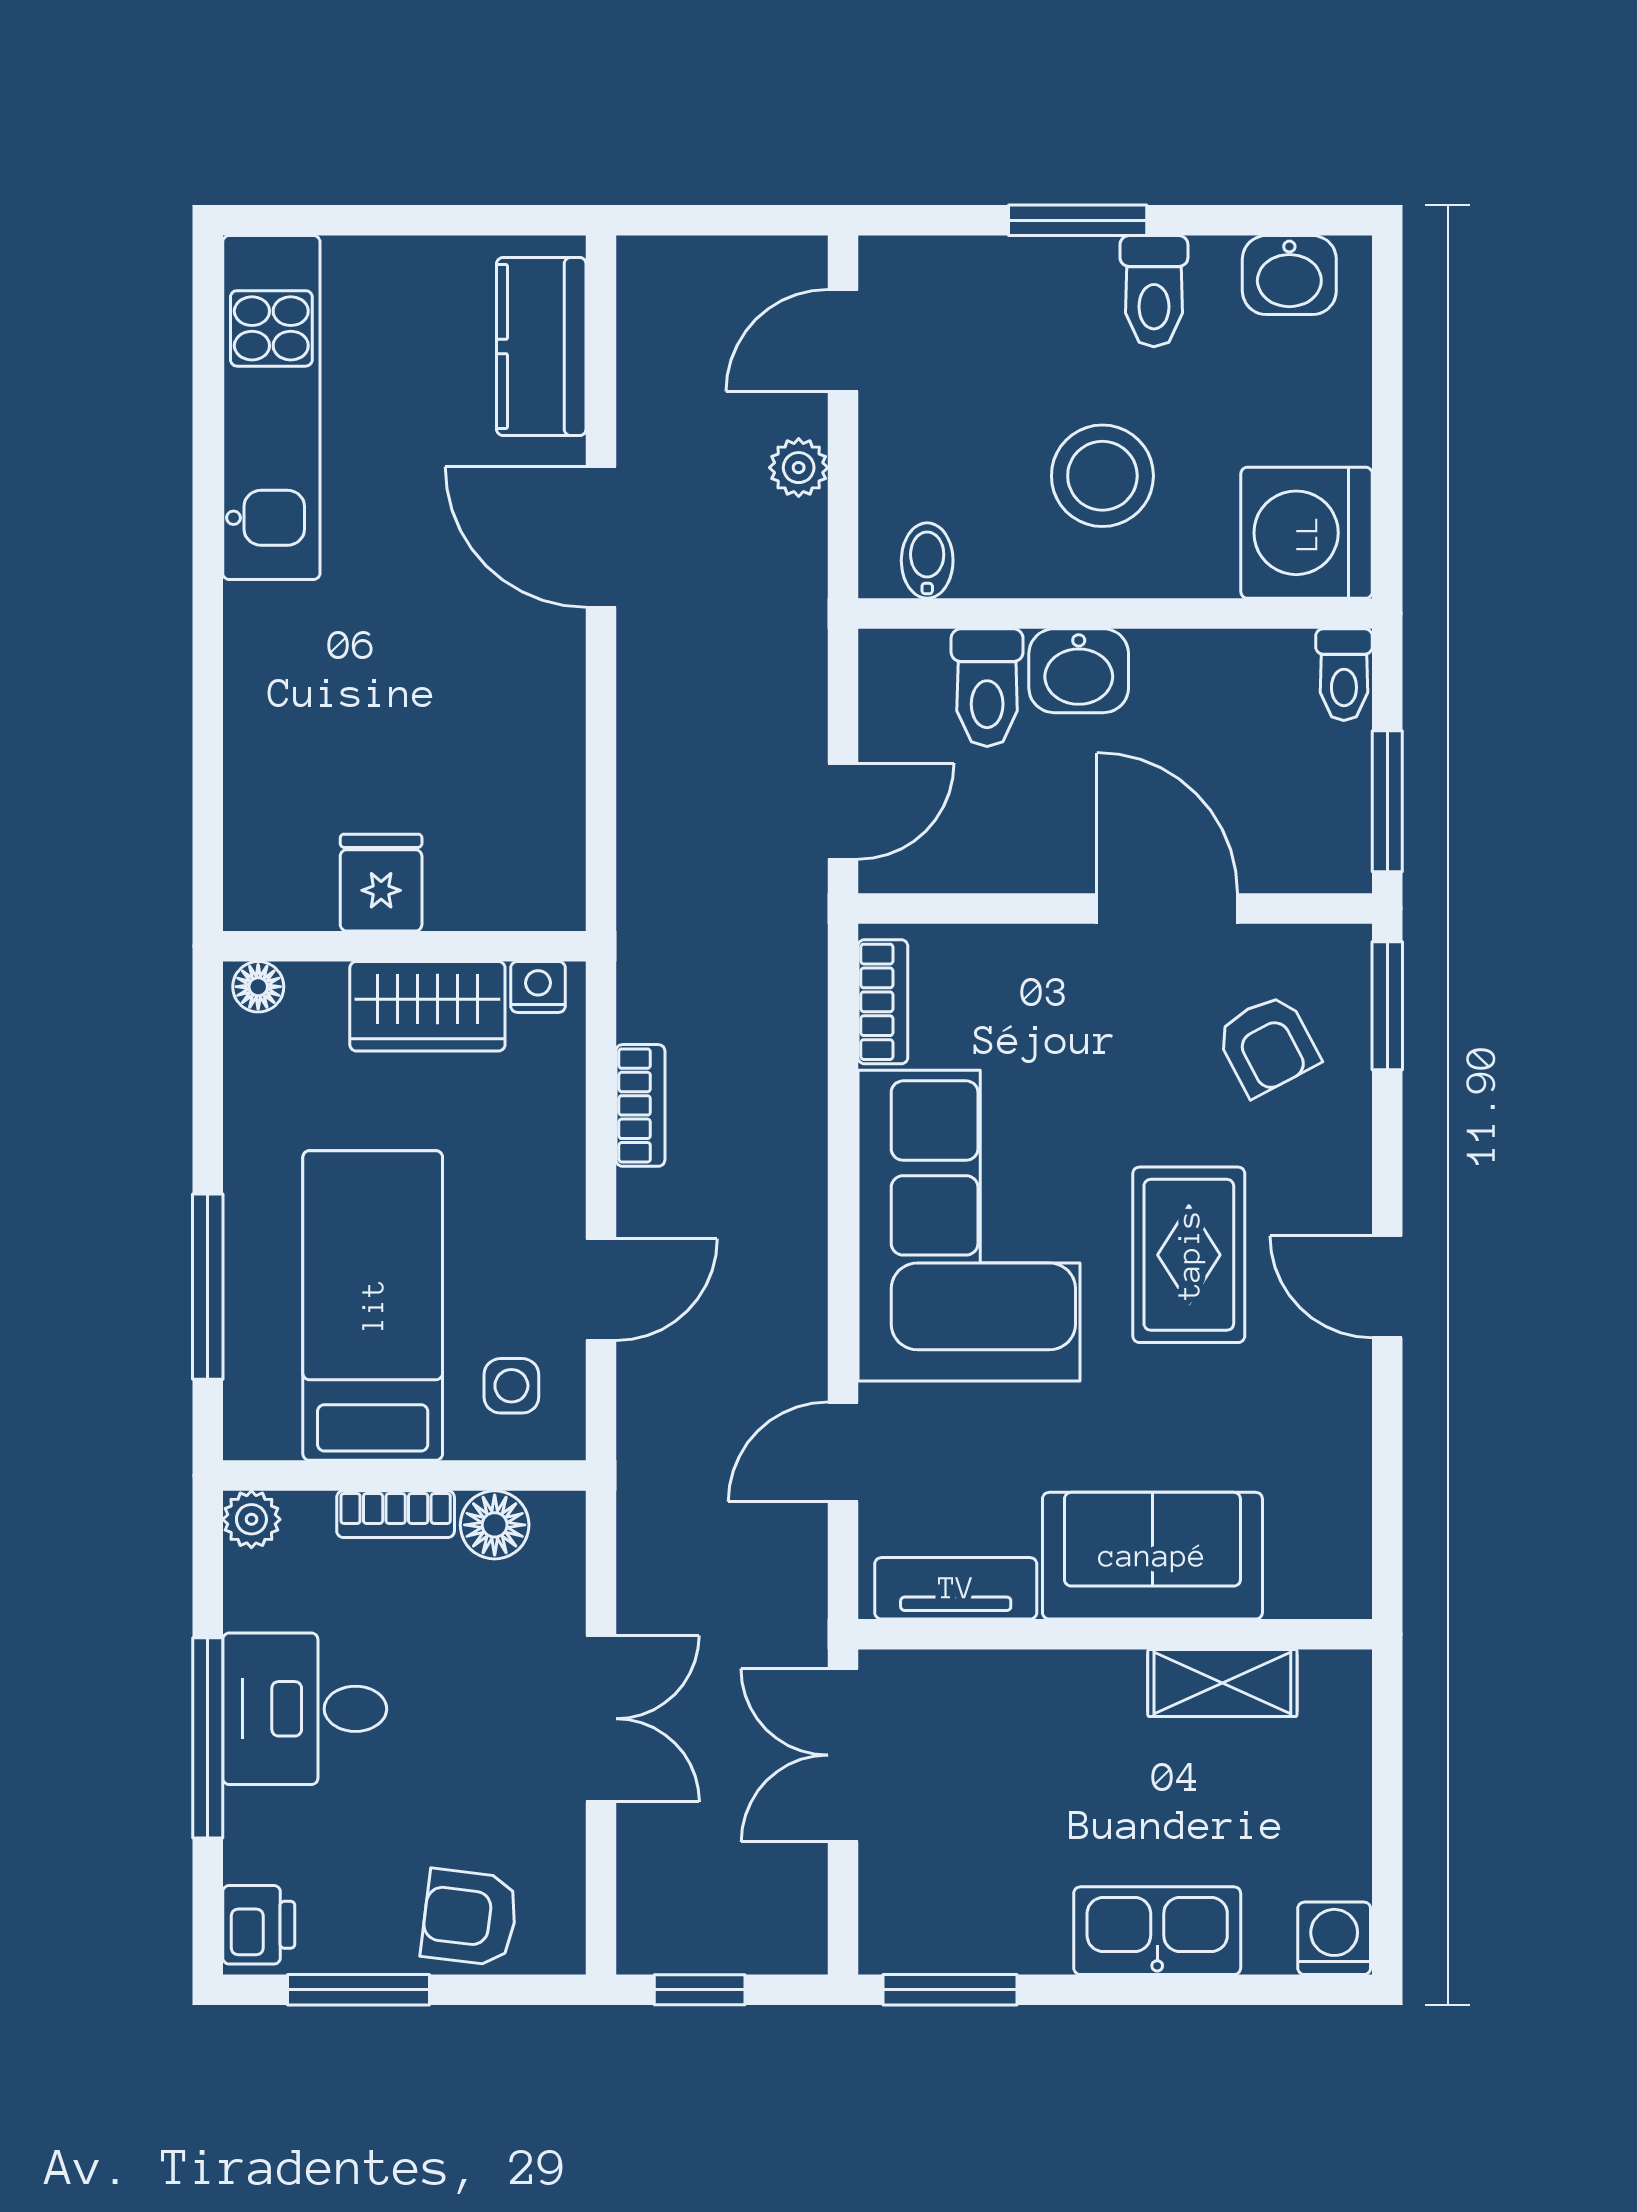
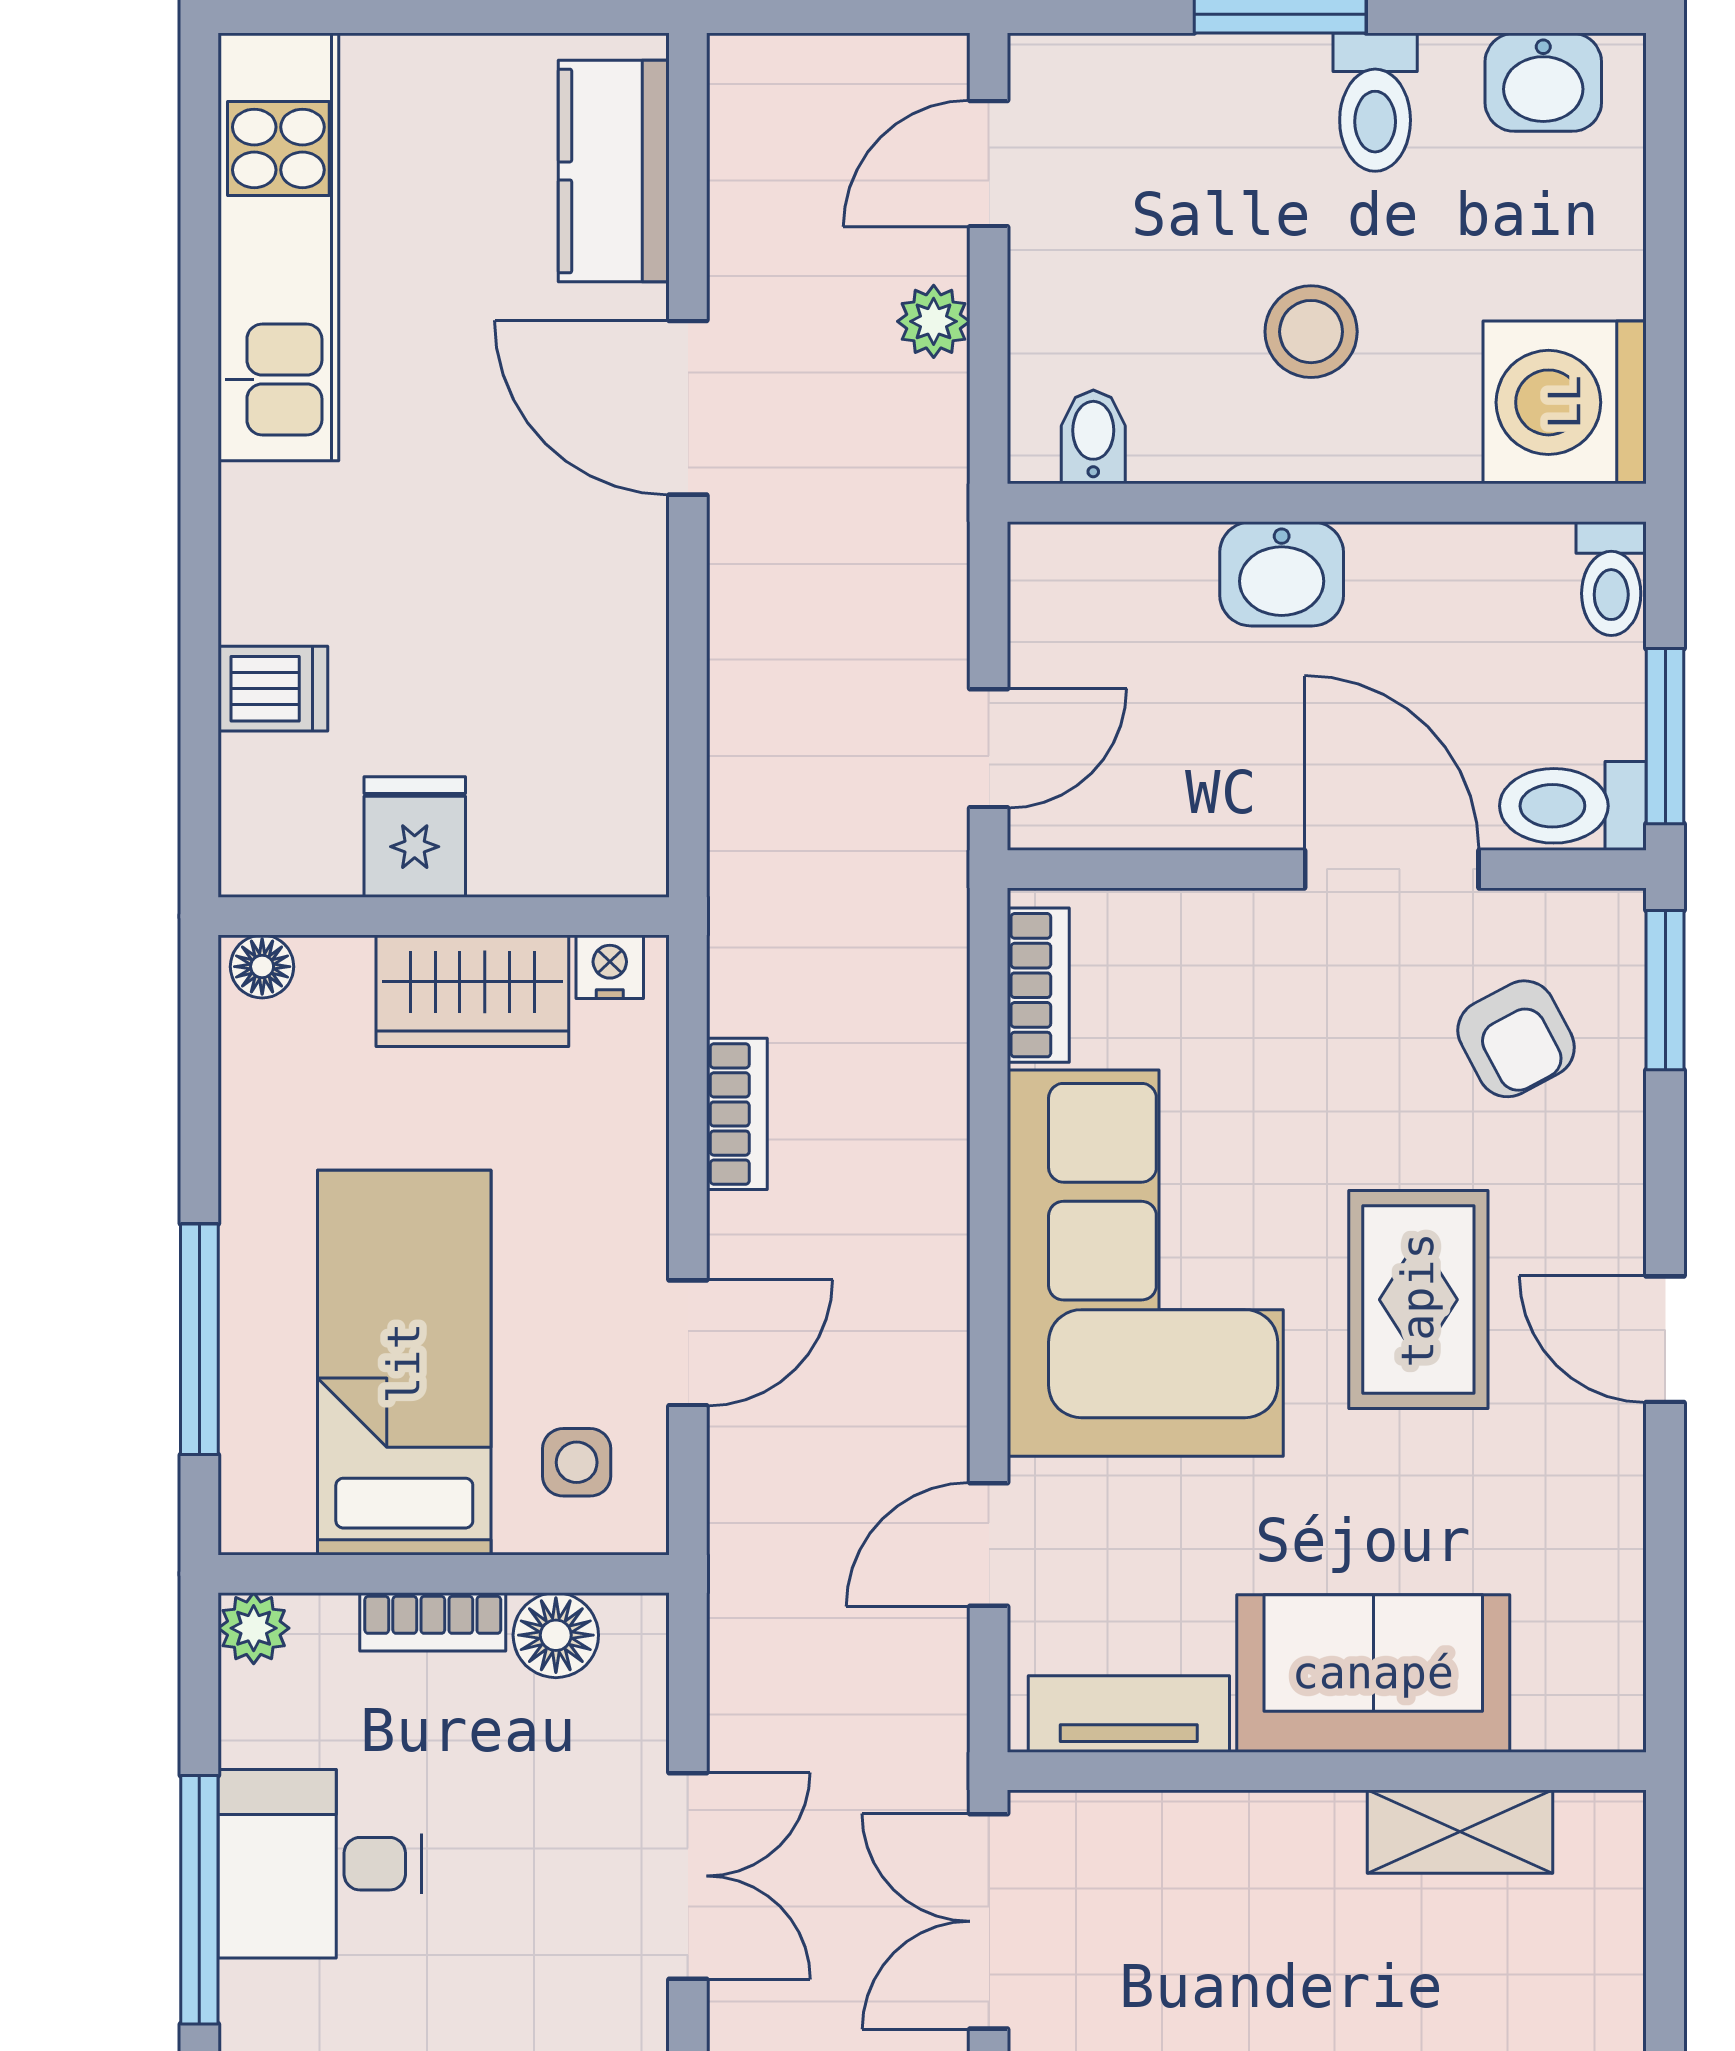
stool: (1102, 476) -> (1311, 332), width x0.73, depth x0.73
toilet: (987, 688) -> (1573, 806), moved, turned 90
dishwasher: (267, 763) -> (273, 689), added

